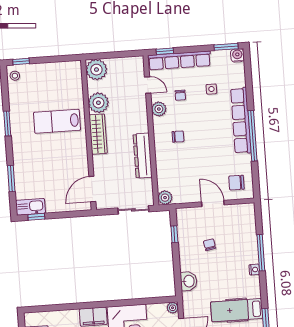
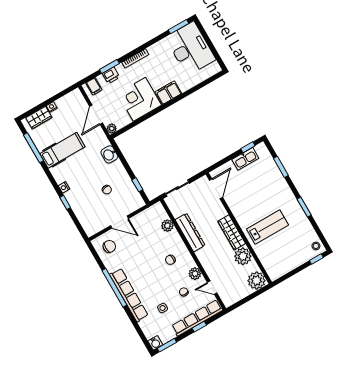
window: (165, 51) -> (199, 327), moved
plant: (165, 198) -> (167, 226), moved
kitchen sink: (30, 207) -> (245, 159), moved
window: (261, 253) -> (65, 202), width x0.46

